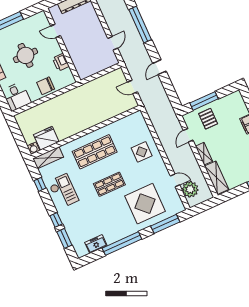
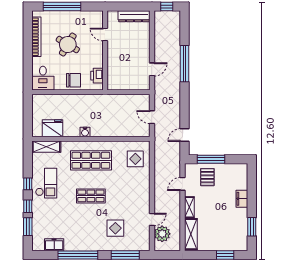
round table: (25, 55) -> (68, 44), turned 31
printer: (61, 62) -> (97, 76), moved
door: (159, 67) -> (185, 135), moved
chair: (46, 86) -> (74, 80), turned 180
water cooler: (33, 148) -> (85, 132), moved
display table: (142, 152) -> (135, 159), moved
door: (175, 180) -> (152, 219), hinge flipped
window: (40, 184) -> (28, 184), moved
display table: (145, 204) -> (115, 228), width x0.54, depth x0.54

